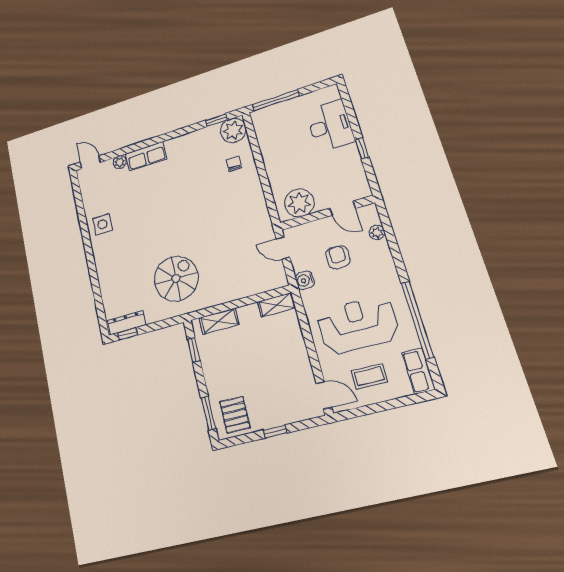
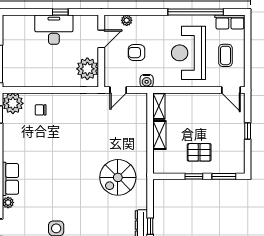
desk: (330, 126) -> (54, 30), moved
spiral stairs: (176, 279) -> (118, 177), turned -90
shelving: (219, 321) -> (159, 135), moved
window: (194, 350) -> (194, 176), moved
door: (324, 395) -> (231, 90), swing flipped
pallet: (235, 415) -> (199, 152), moved

